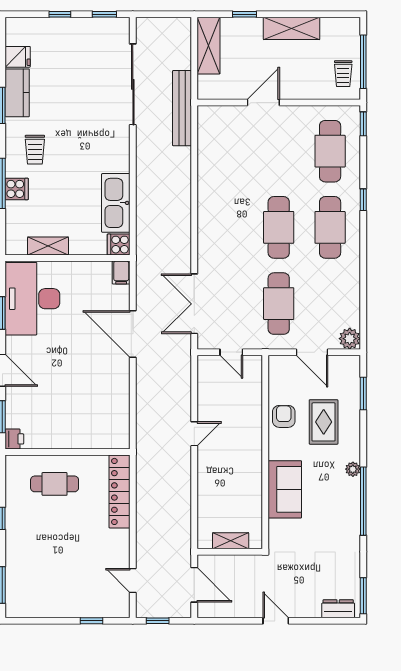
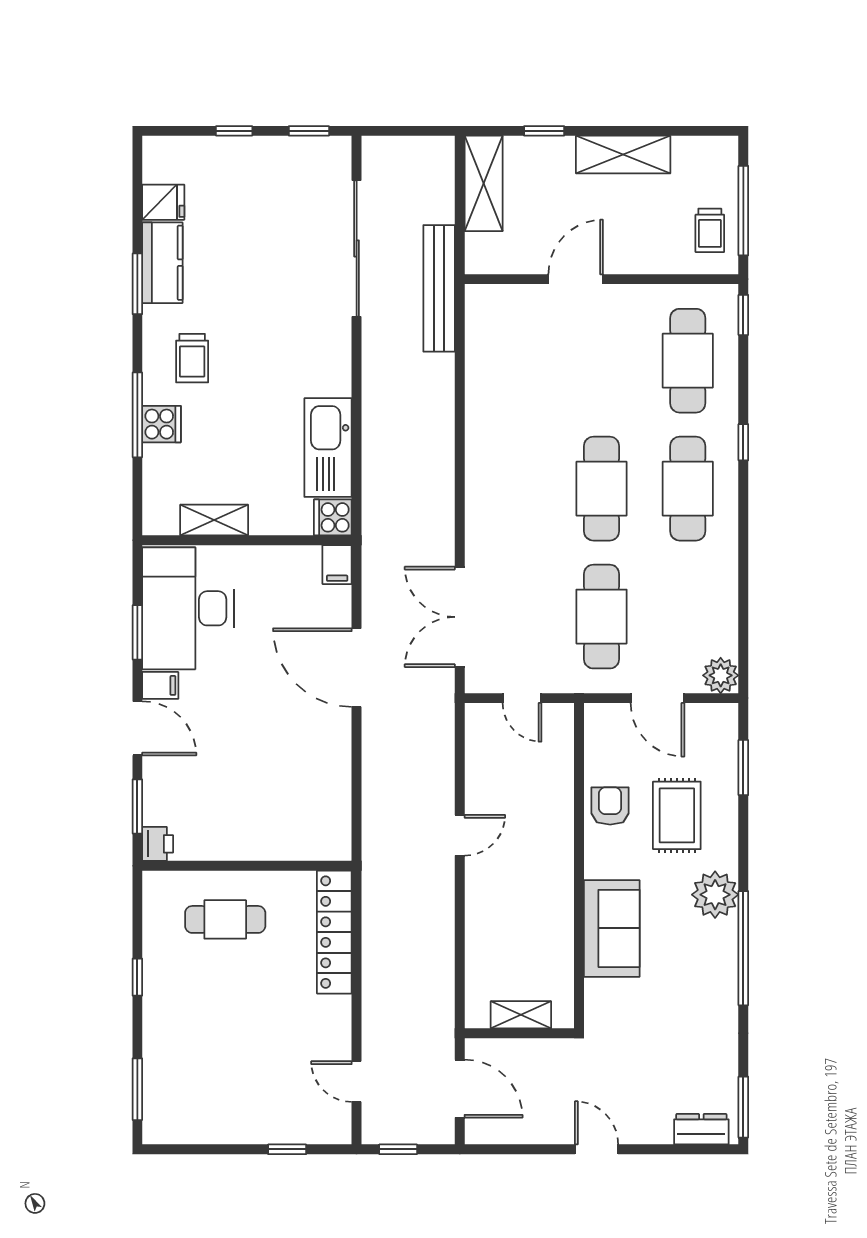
filing cabinet: (16, 345) -> (160, 685), added
plant: (353, 469) -> (715, 895), width x1.88, depth x1.88

